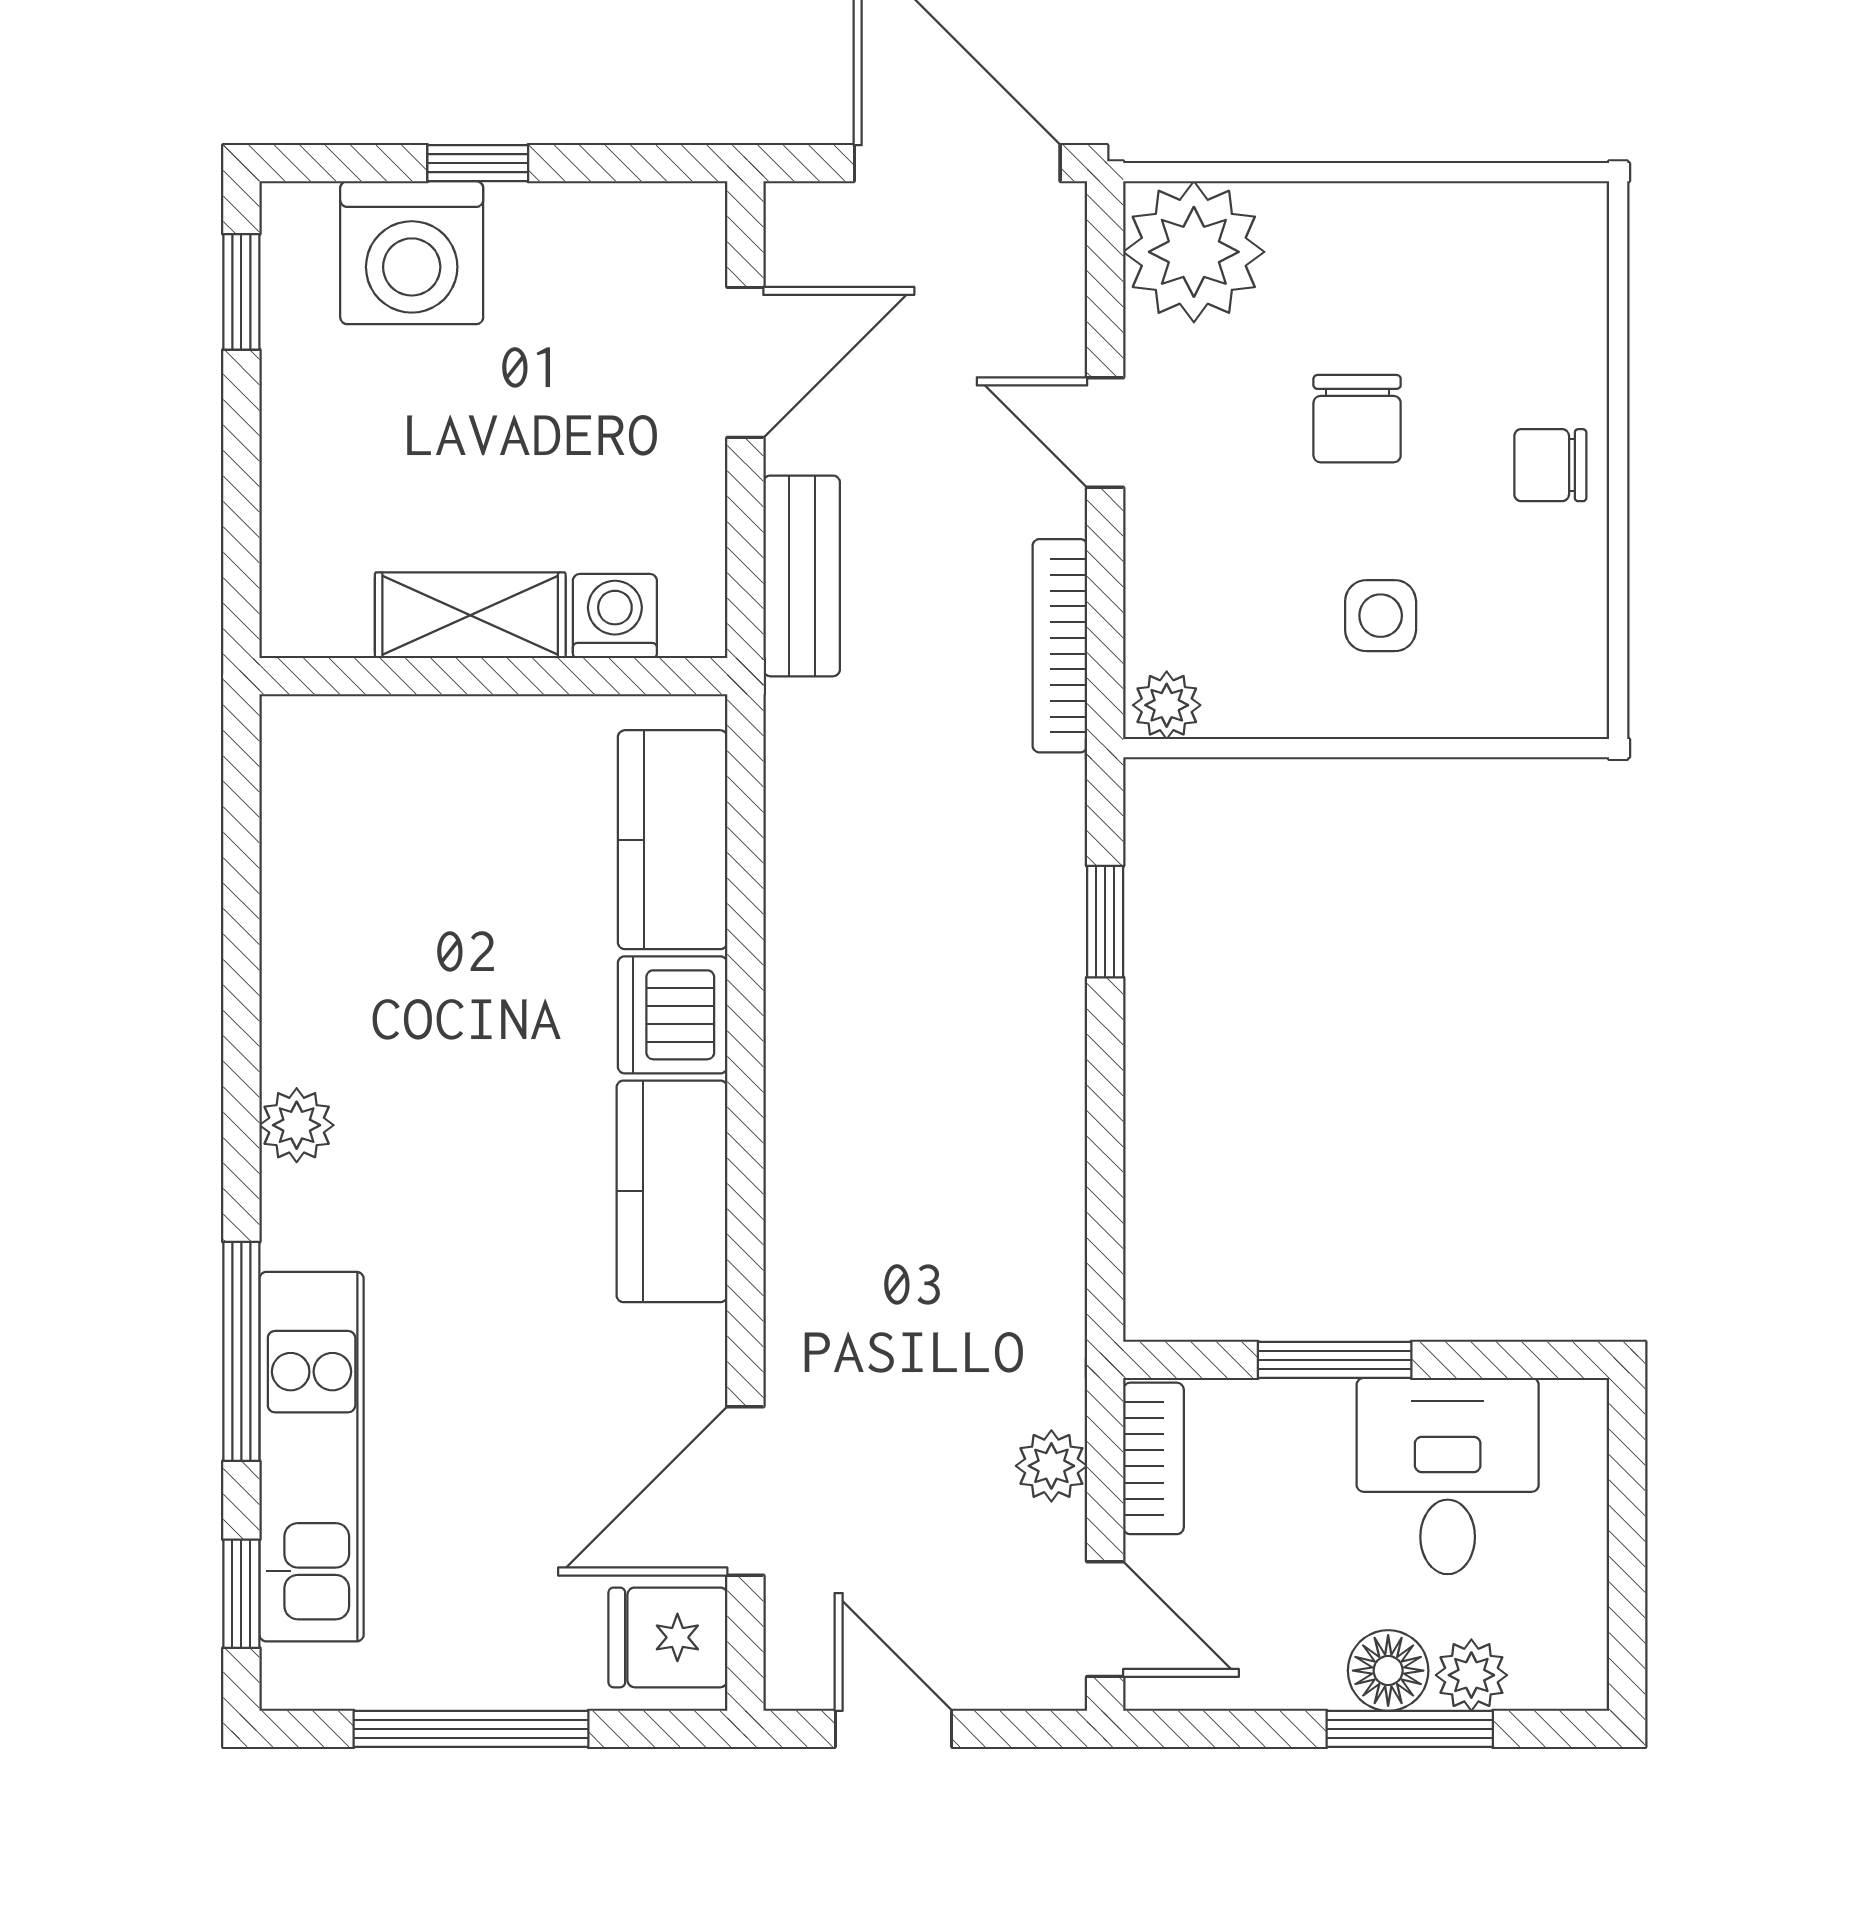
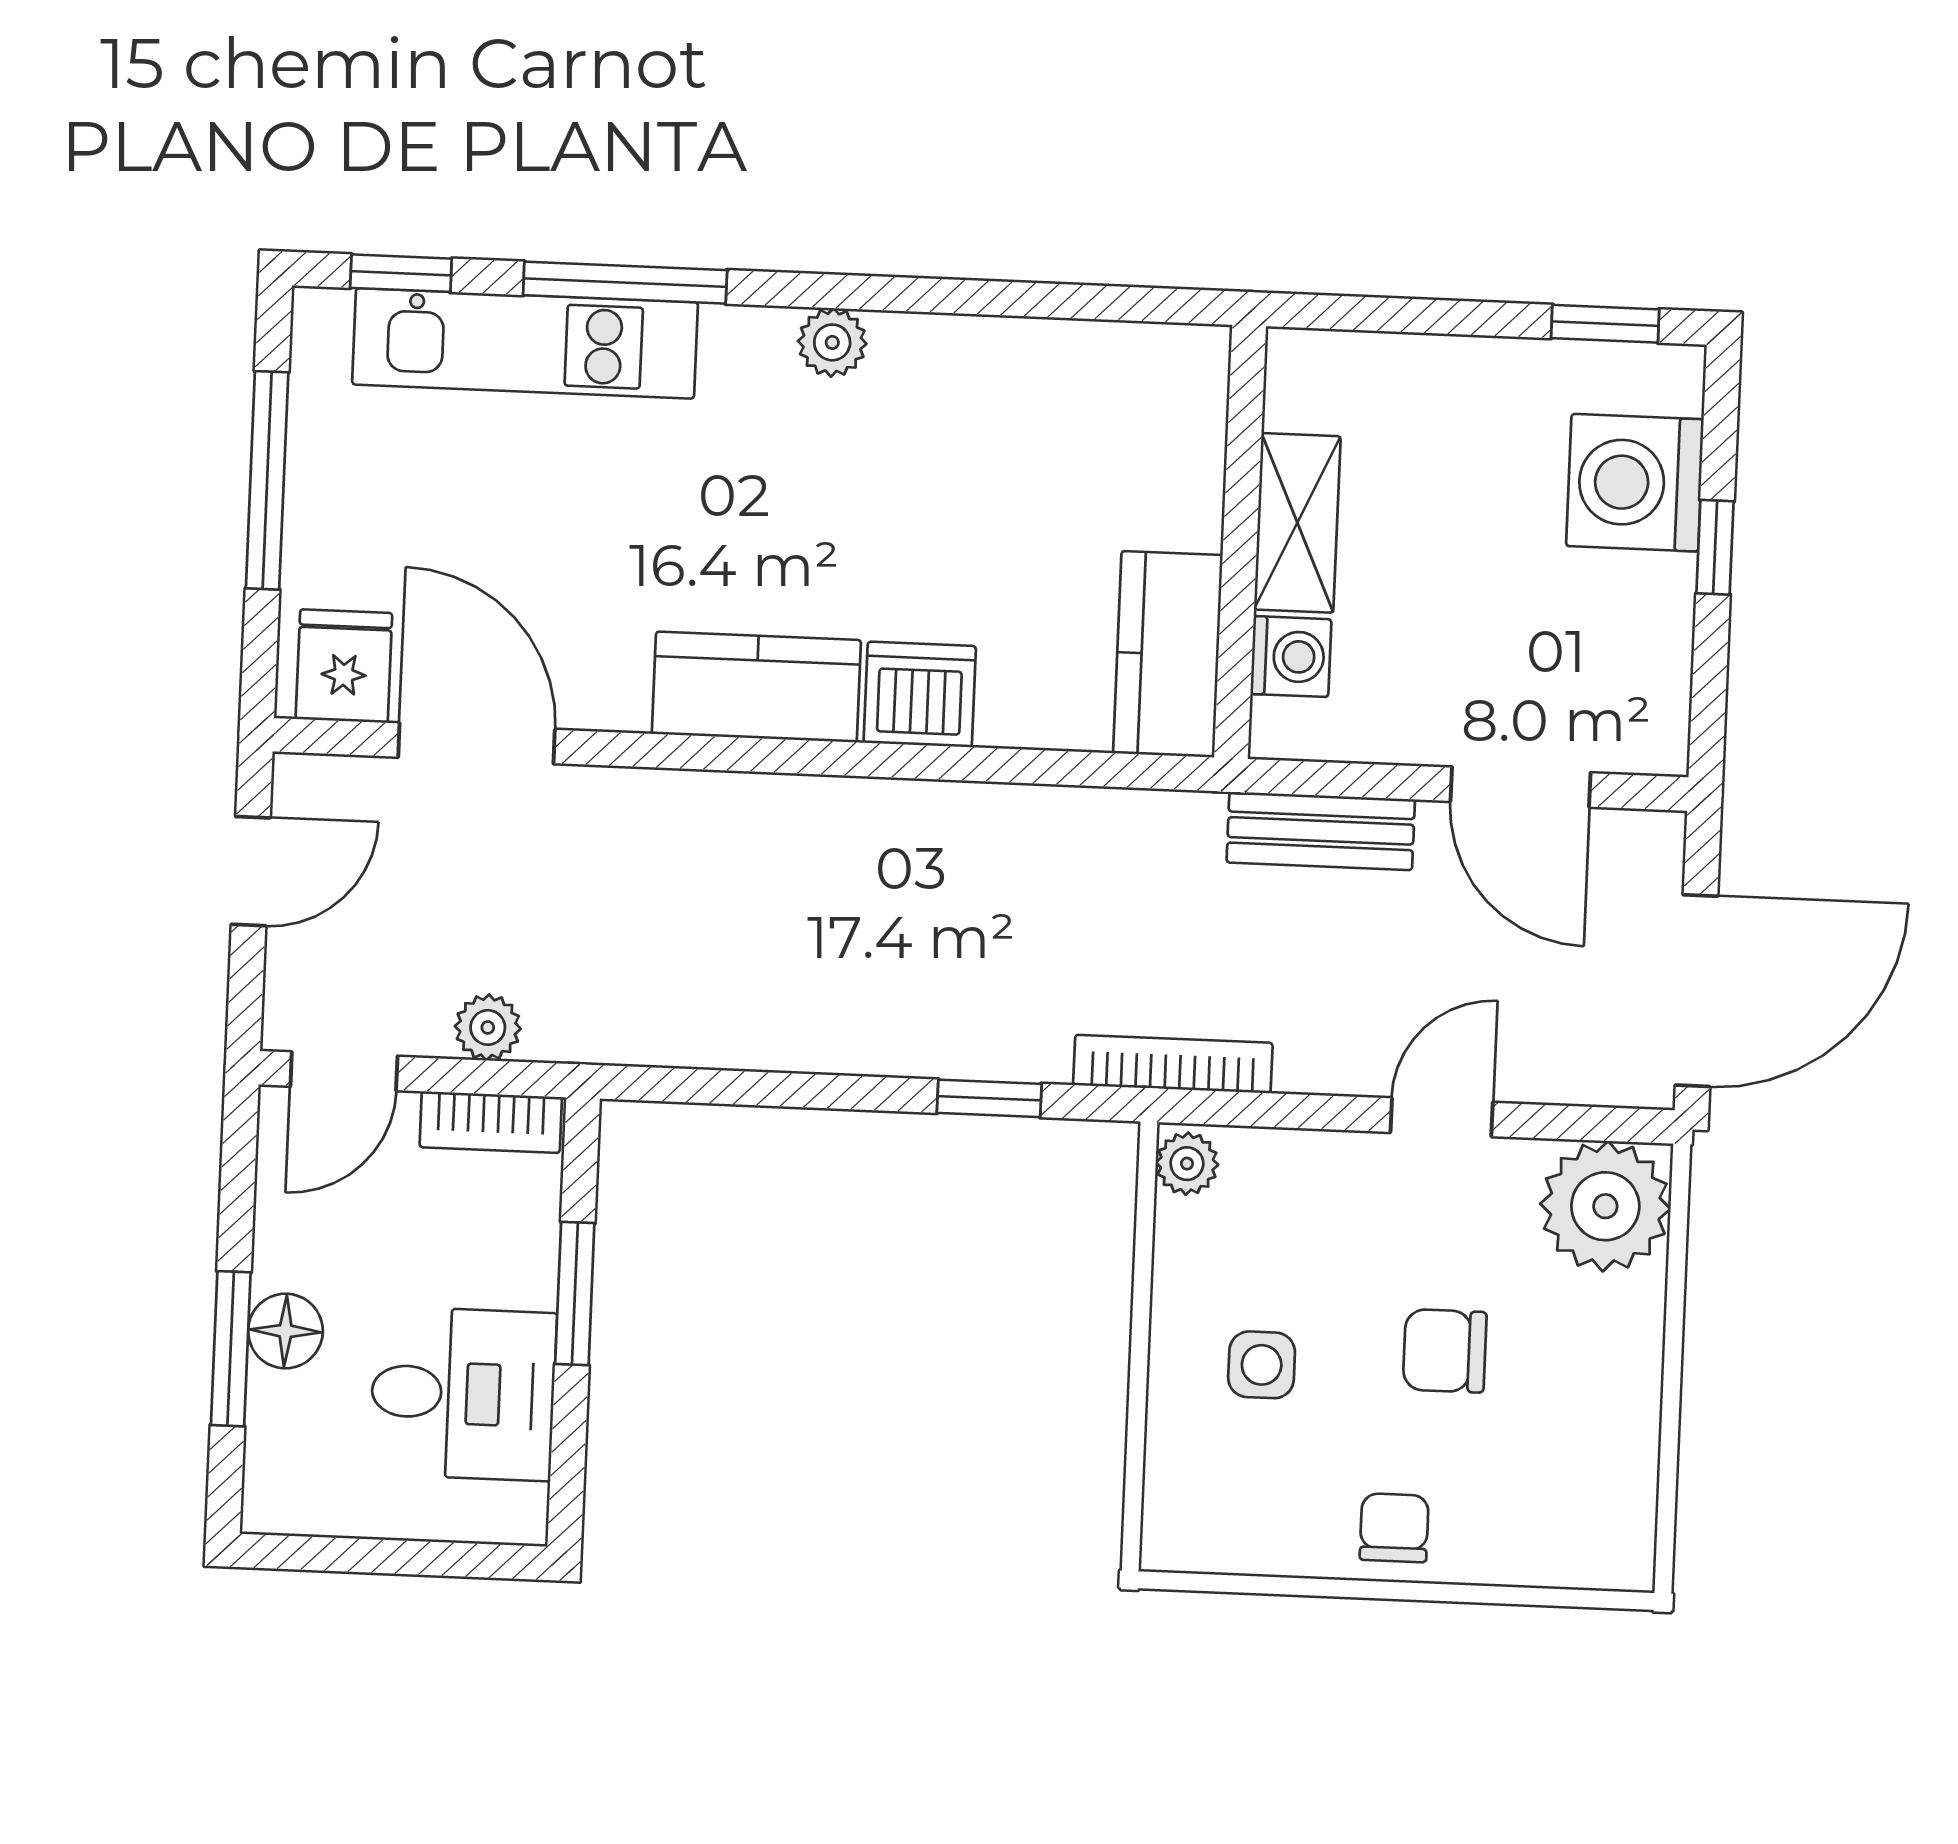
bookcase: (1060, 646) -> (1173, 1064), moved
kitchen counter: (673, 840) -> (1168, 654), moved, turned -90
plant: (1471, 1675) -> (278, 1408), removed

